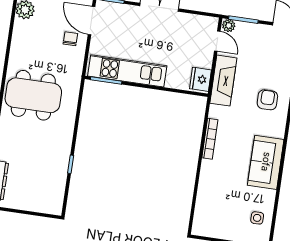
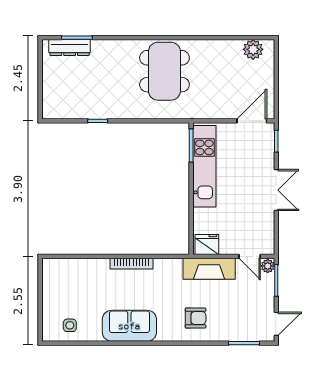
chair: (70, 39) -> (230, 101), removed
door: (217, 41) -> (250, 256), hinge flipped
bookcase: (210, 139) -> (131, 264), moved

